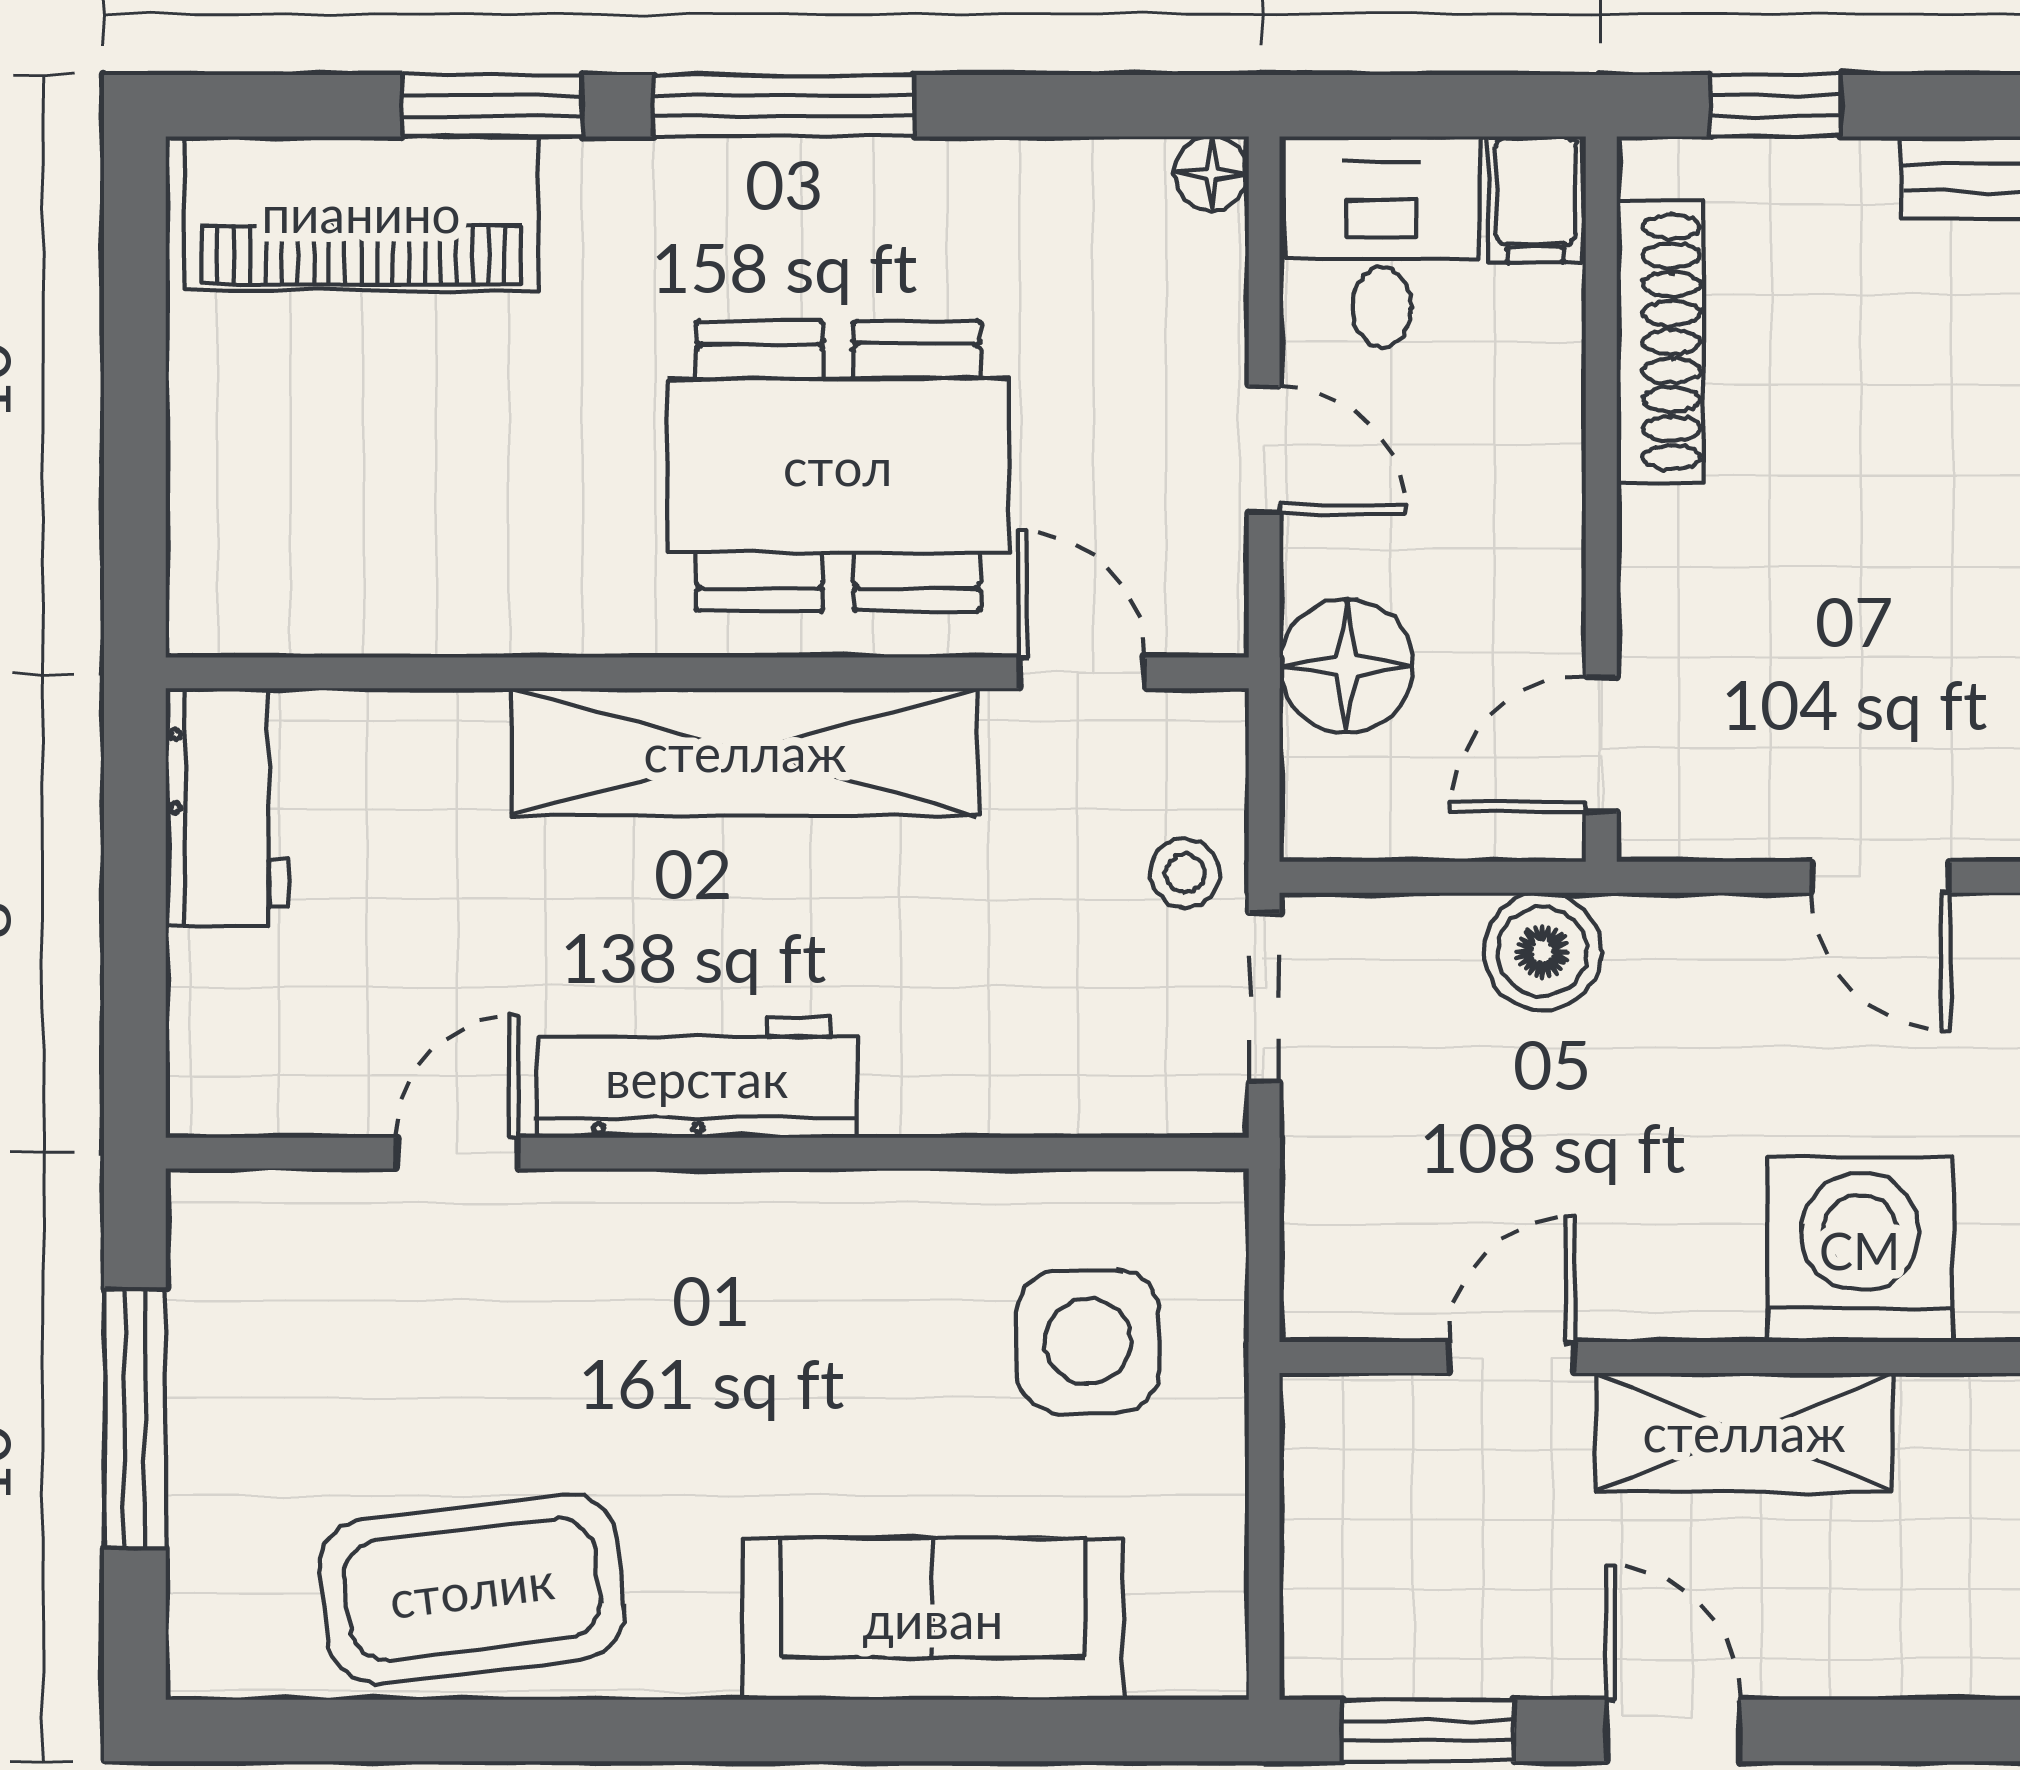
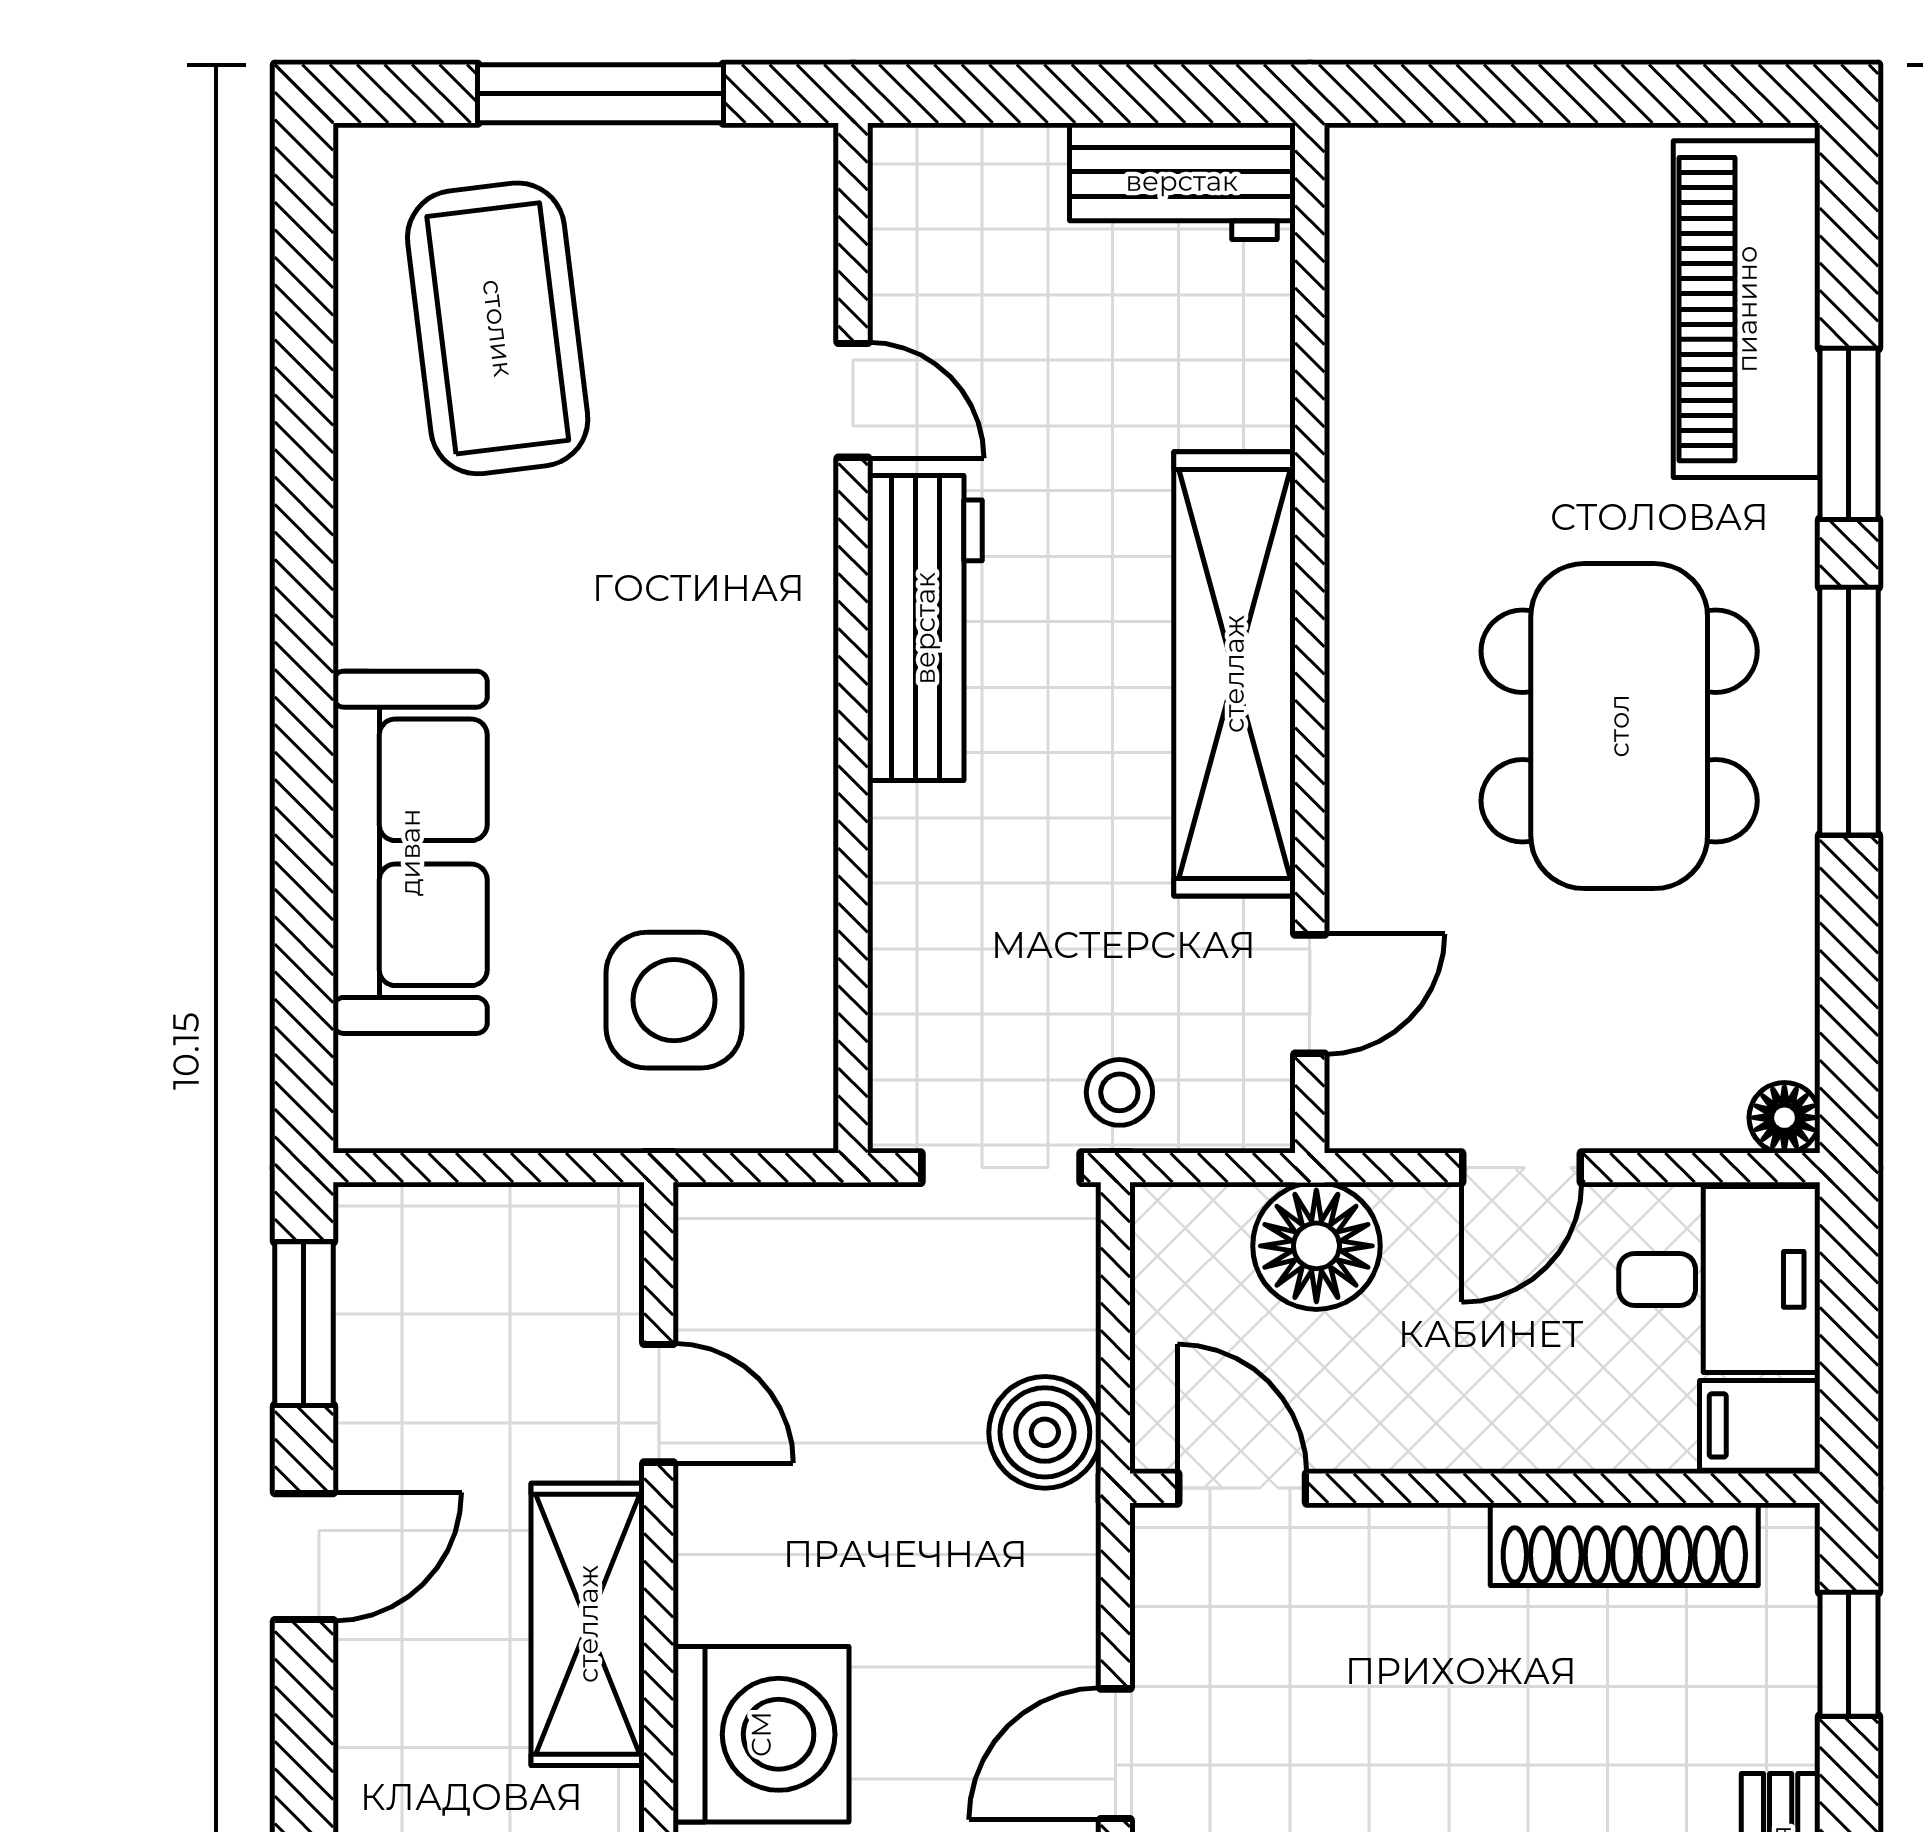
dining table: (838, 466) -> (1619, 726), moved
coffee table: (472, 1589) -> (498, 328), moved

